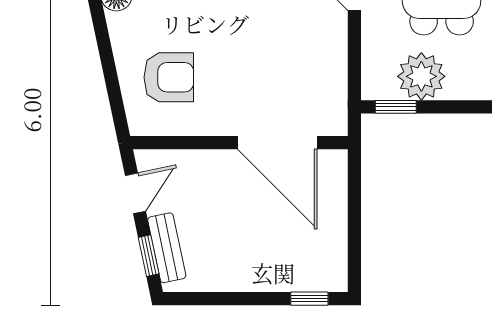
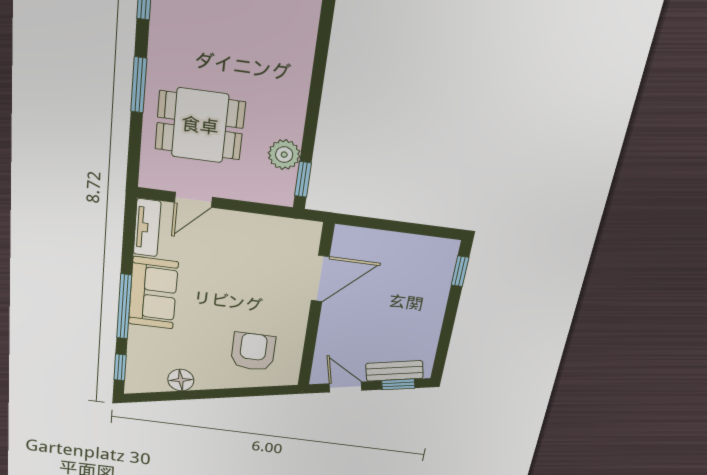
plant: (421, 76) -> (284, 155), width x0.73, depth x0.73
door: (277, 143) -> (320, 279), width x0.73

